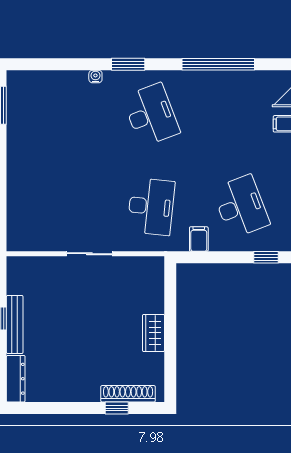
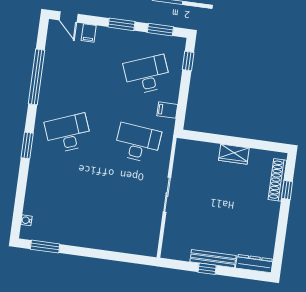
water cooler: (95, 77) -> (26, 220), moved

